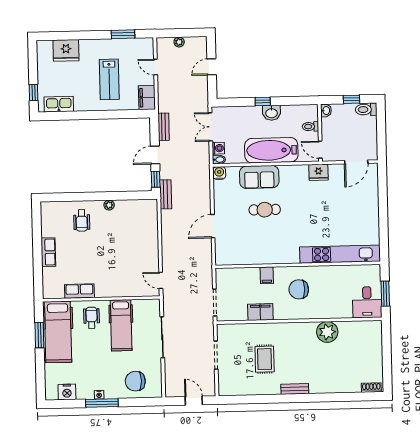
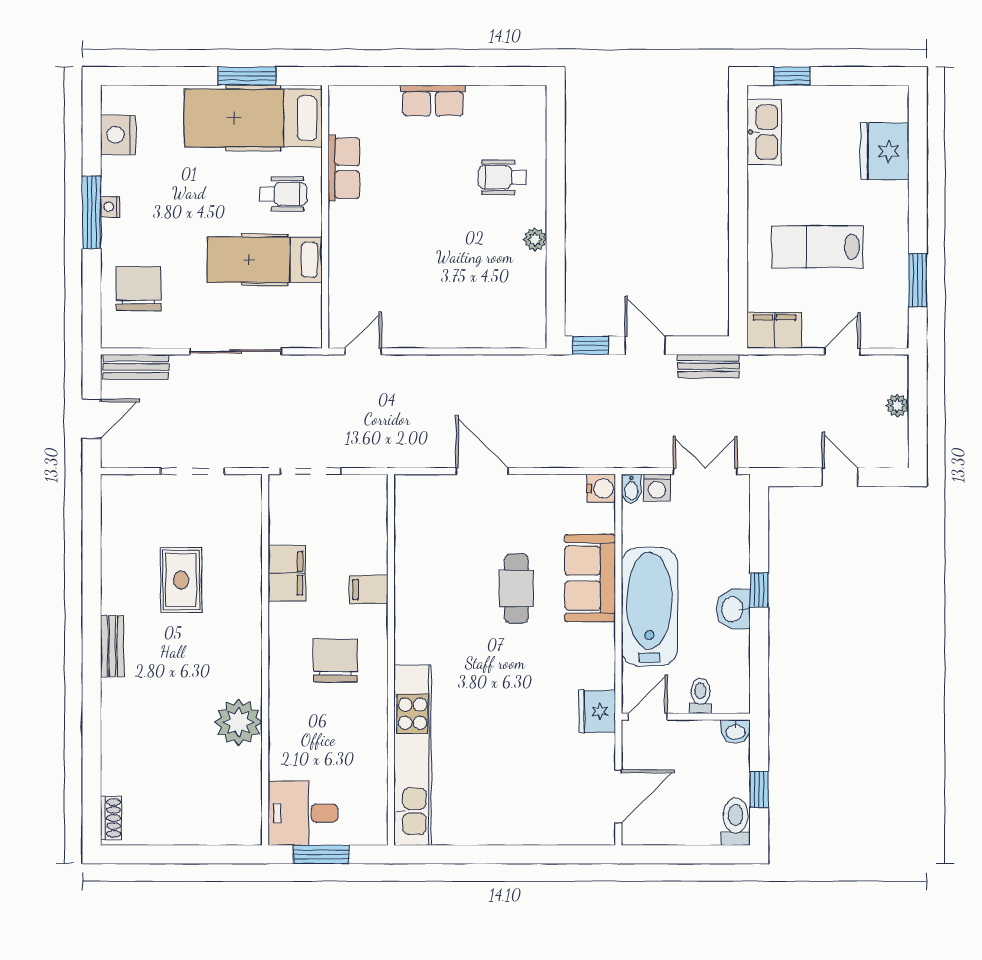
door: (356, 162) -> (618, 796), swing flipped
bench: (166, 194) -> (136, 367), moved
rug: (265, 359) -> (181, 580), turned 90

